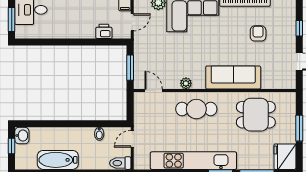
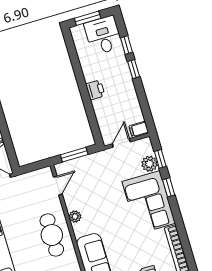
door: (132, 22) -> (121, 143), swing flipped
printer: (104, 31) -> (95, 90), moved

